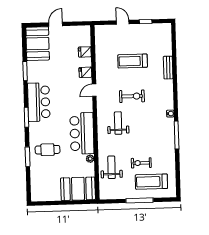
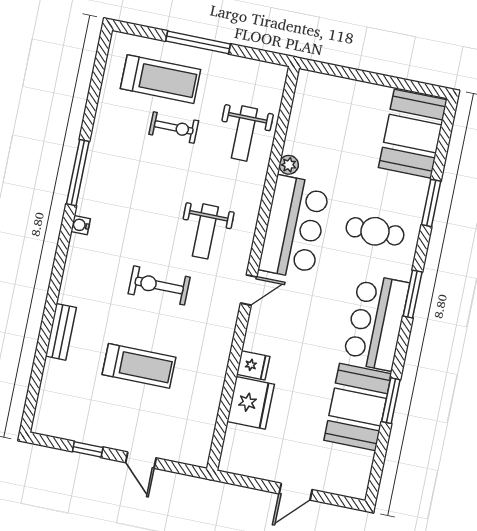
booth: (38, 44) -> (358, 407), moved
fridge: (85, 52) -> (251, 403), width x1.88, depth x1.34
door: (94, 90) -> (249, 290), moved
cafe table: (48, 150) -> (375, 231), moved
booth: (78, 189) -> (413, 134), moved, turned 90

